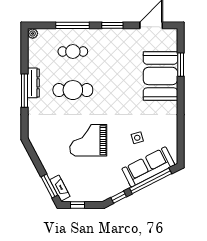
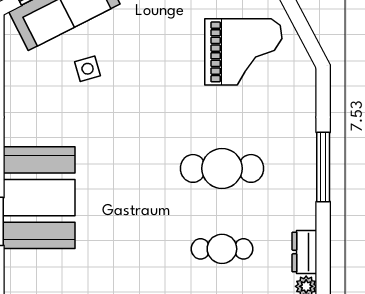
dresser: (33, 83) -> (304, 252), moved, width x0.70
grand piano: (88, 140) -> (243, 52), moved

